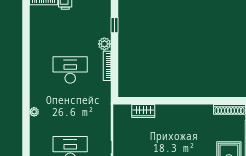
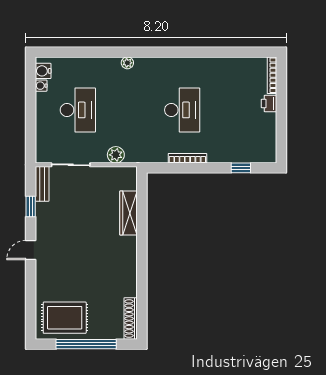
plant: (104, 44) -> (116, 155), moved
wardrobe: (143, 111) -> (128, 213), width x1.50

